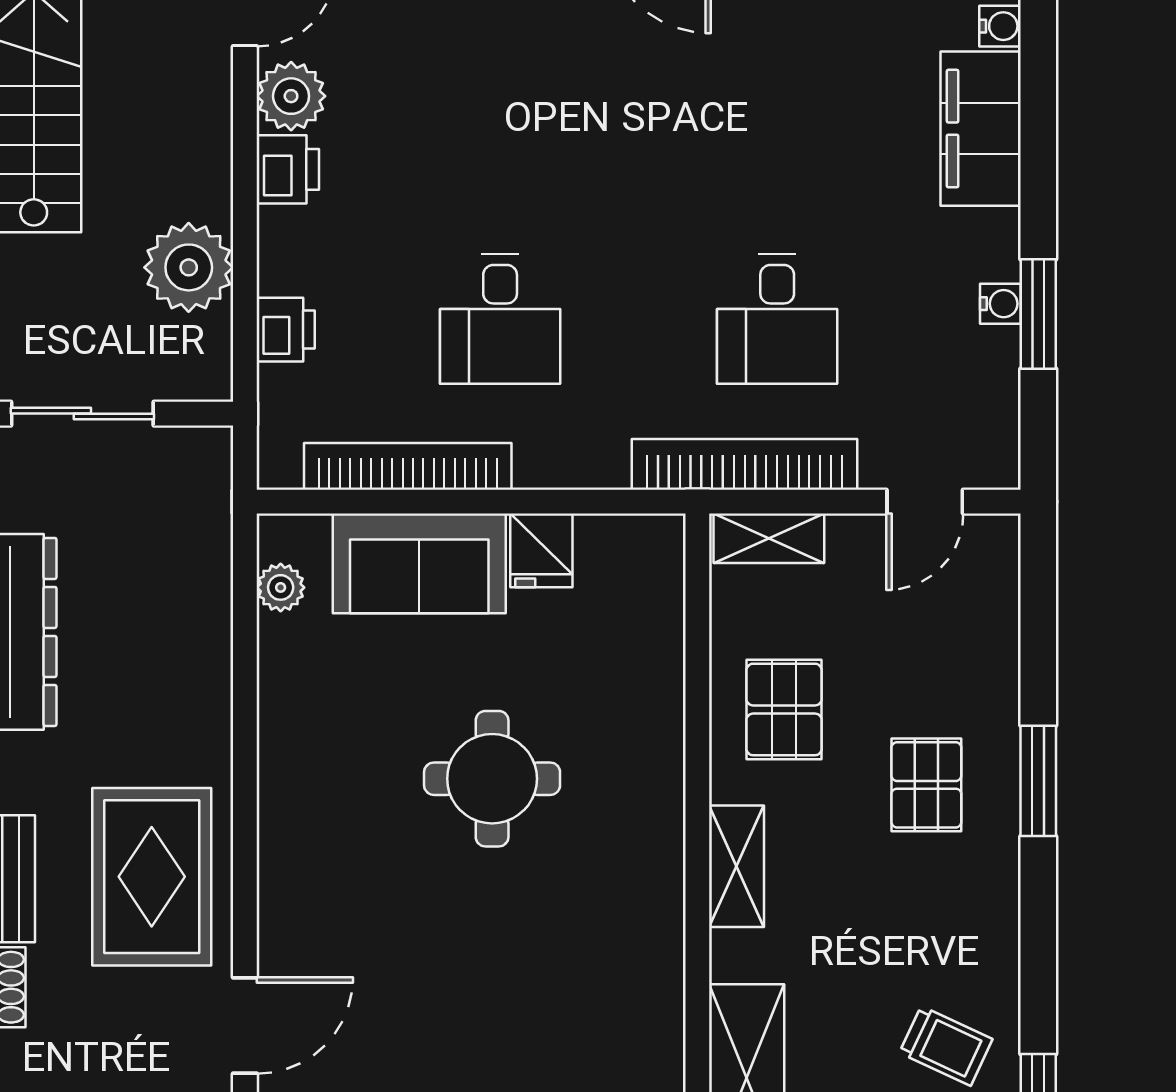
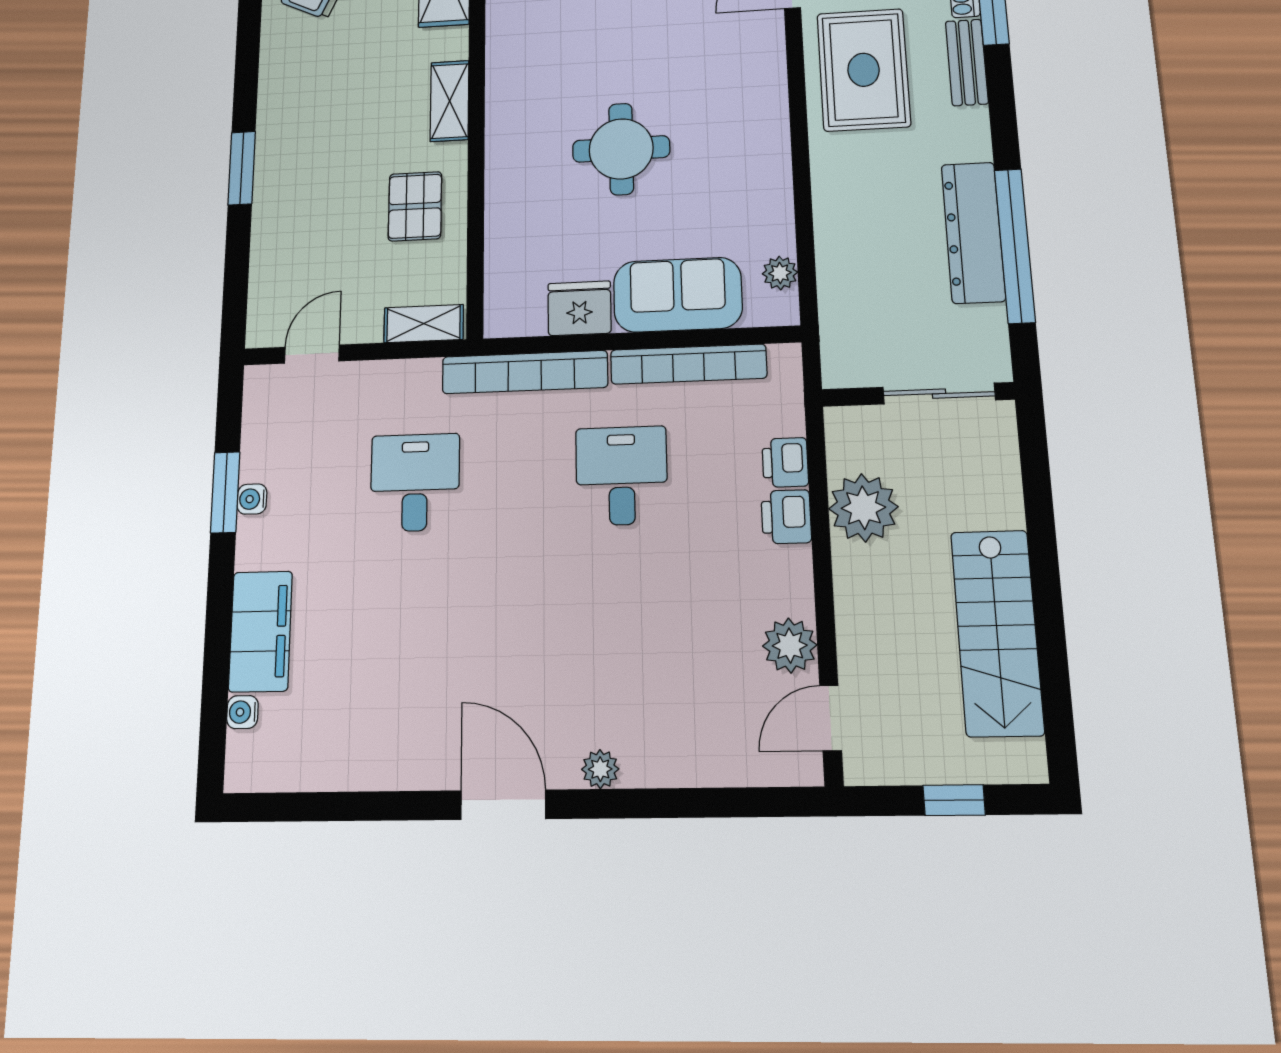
printer: (288, 169) -> (786, 517), moved
bookcase: (745, 464) -> (525, 372), moved
fridge: (541, 550) -> (579, 308), width x1.38
pallet: (926, 785) -> (318, 161), removed

